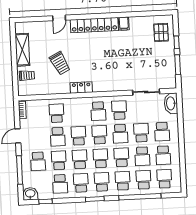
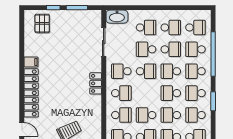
pallet: (161, 32) -> (42, 23), turned 90
locker: (81, 88) -> (96, 83), moved
school desk: (99, 135) -> (121, 115), moved, turned 180
school desk: (164, 179) -> (195, 27), turned 180

